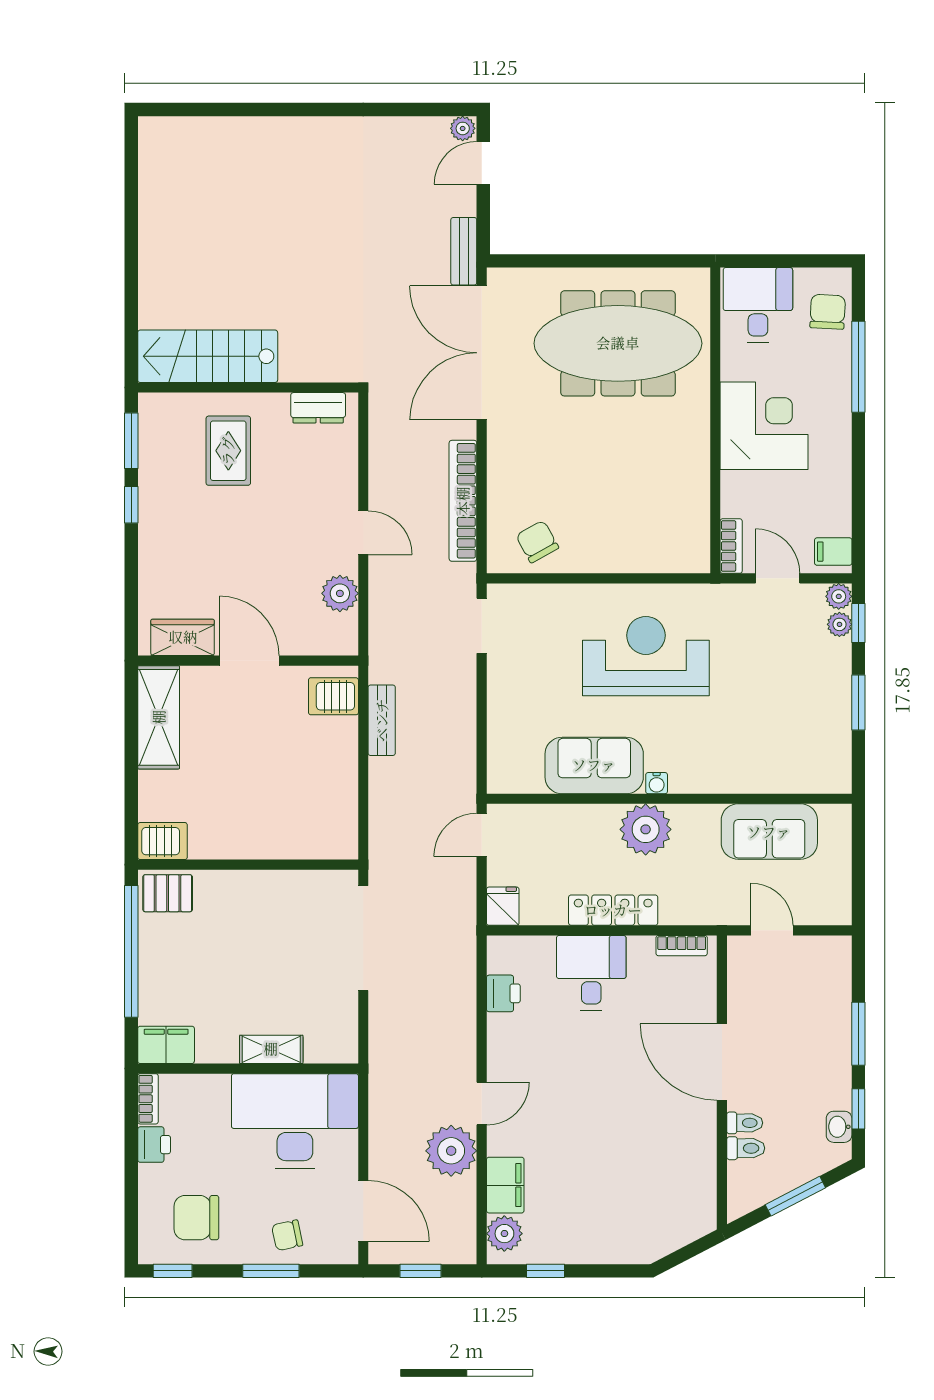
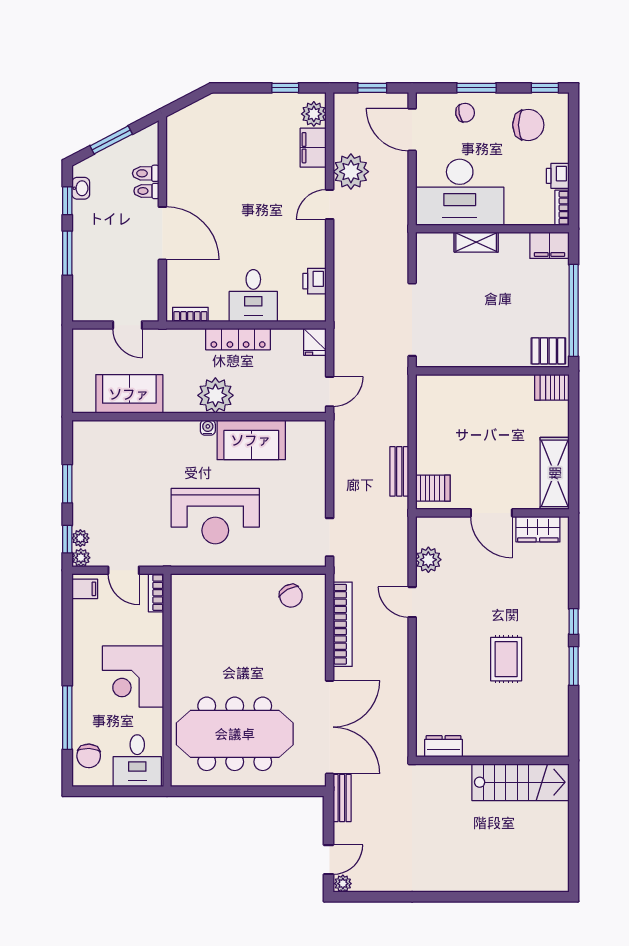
stairs: (208, 356) -> (520, 782), moved
wall: (248, 388) -> (492, 760), moved
dresser: (318, 408) -> (444, 746), moved

